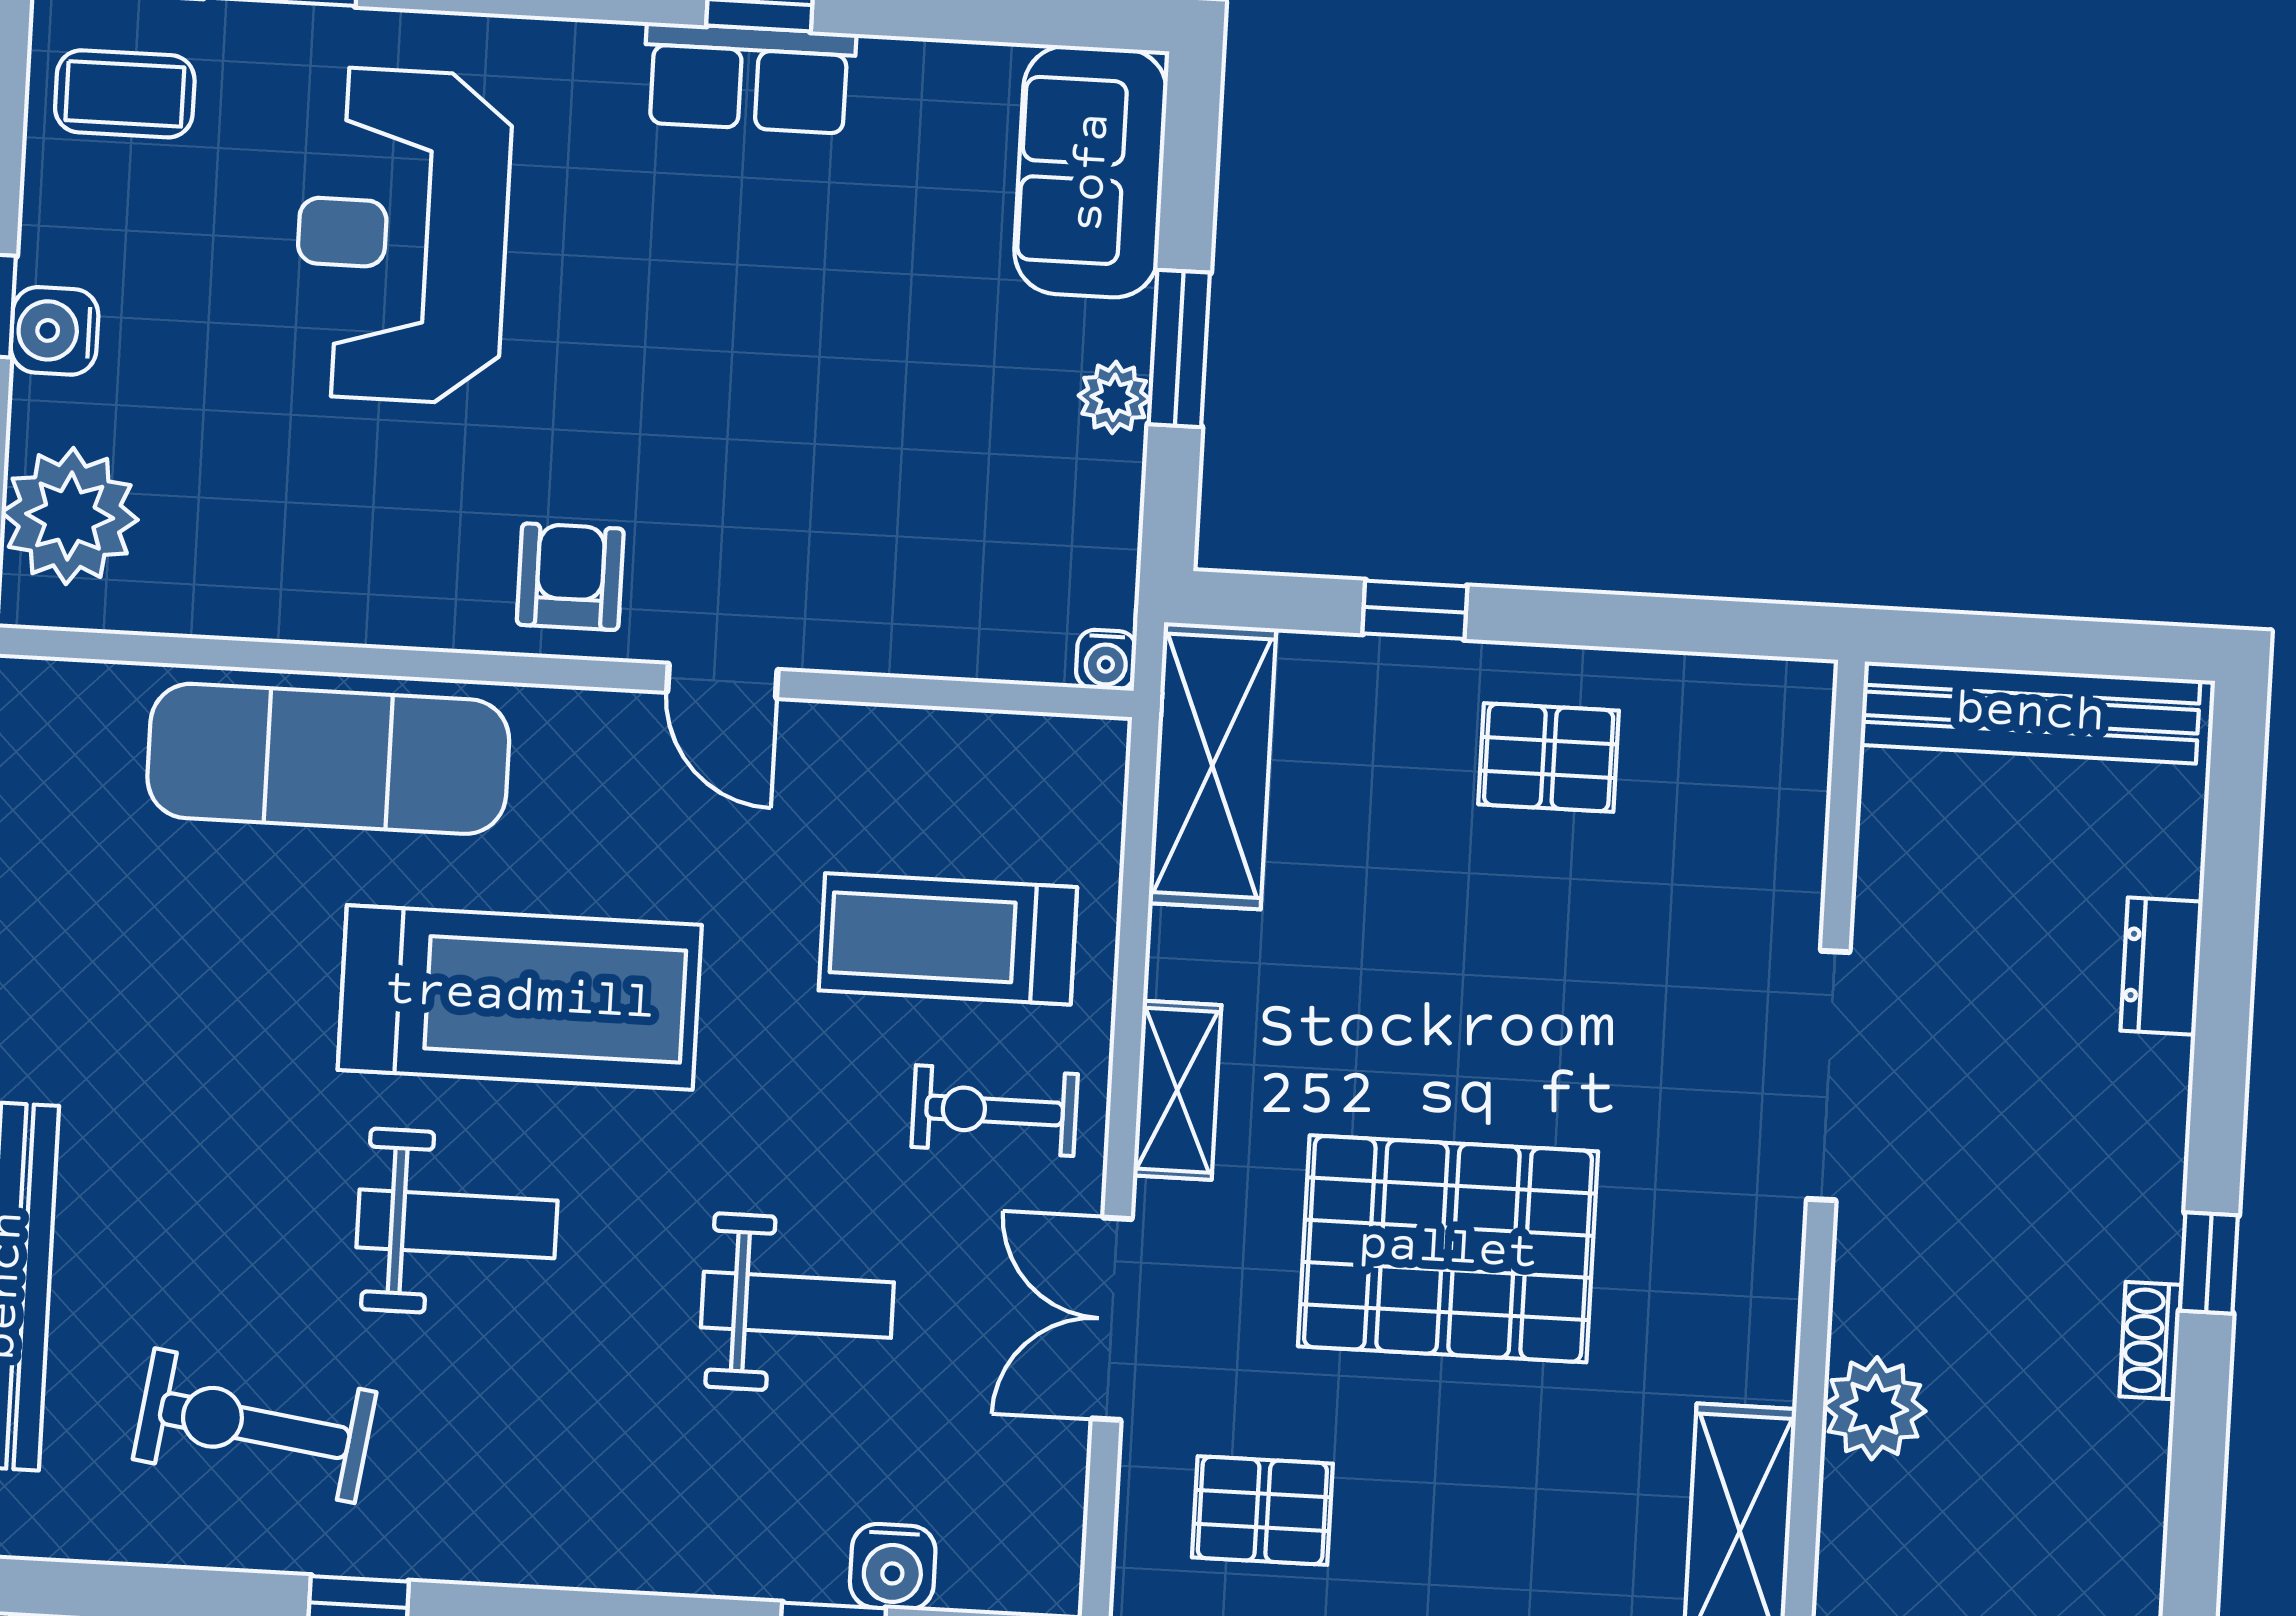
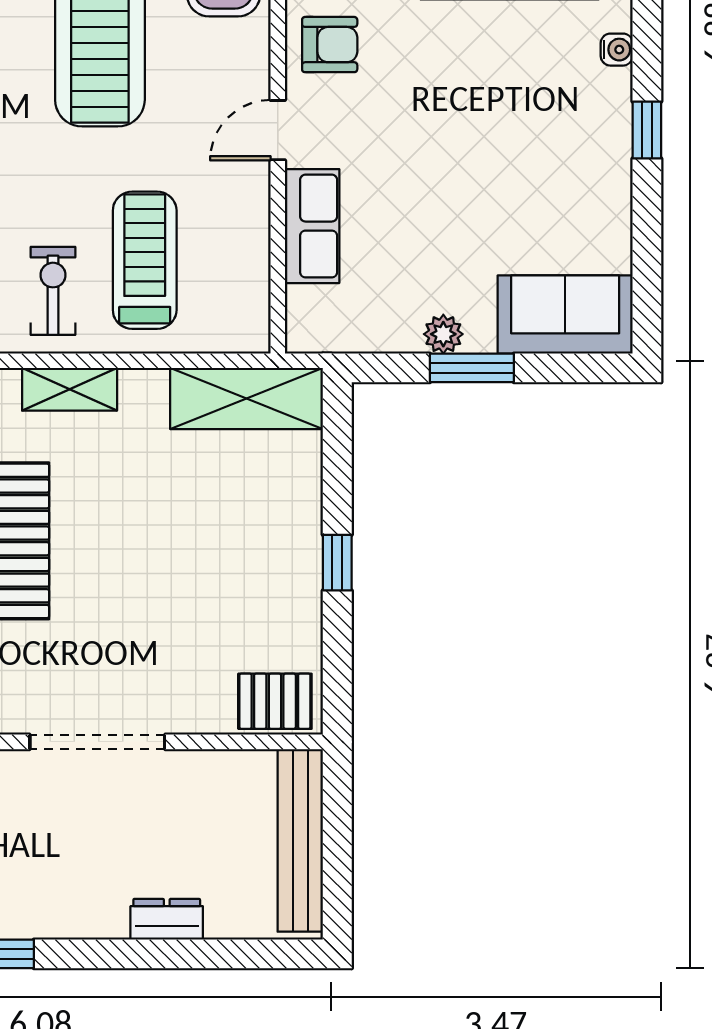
row of seats: (749, 78) -> (312, 226), moved, turned 180
window: (1415, 610) -> (337, 563), moved
water cooler: (1106, 660) -> (617, 50), moved, turned 180
pallet: (1549, 757) -> (275, 701), moved, turned 90

